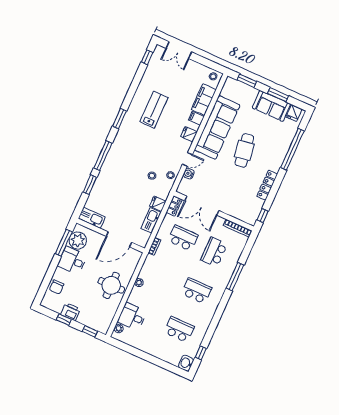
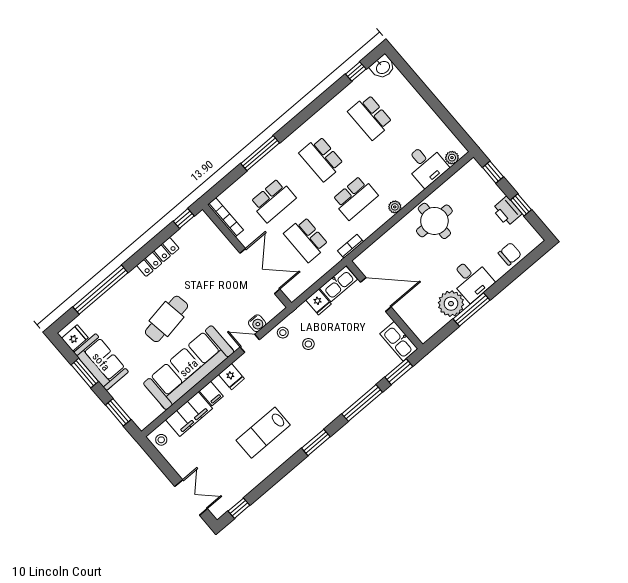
locker: (174, 206) -> (298, 288), removed
kitchen sink: (92, 218) -> (399, 341), moved
wall: (111, 236) -> (385, 305), moved
door: (119, 239) -> (376, 295), moved
school desk: (166, 277) -> (355, 198), added

